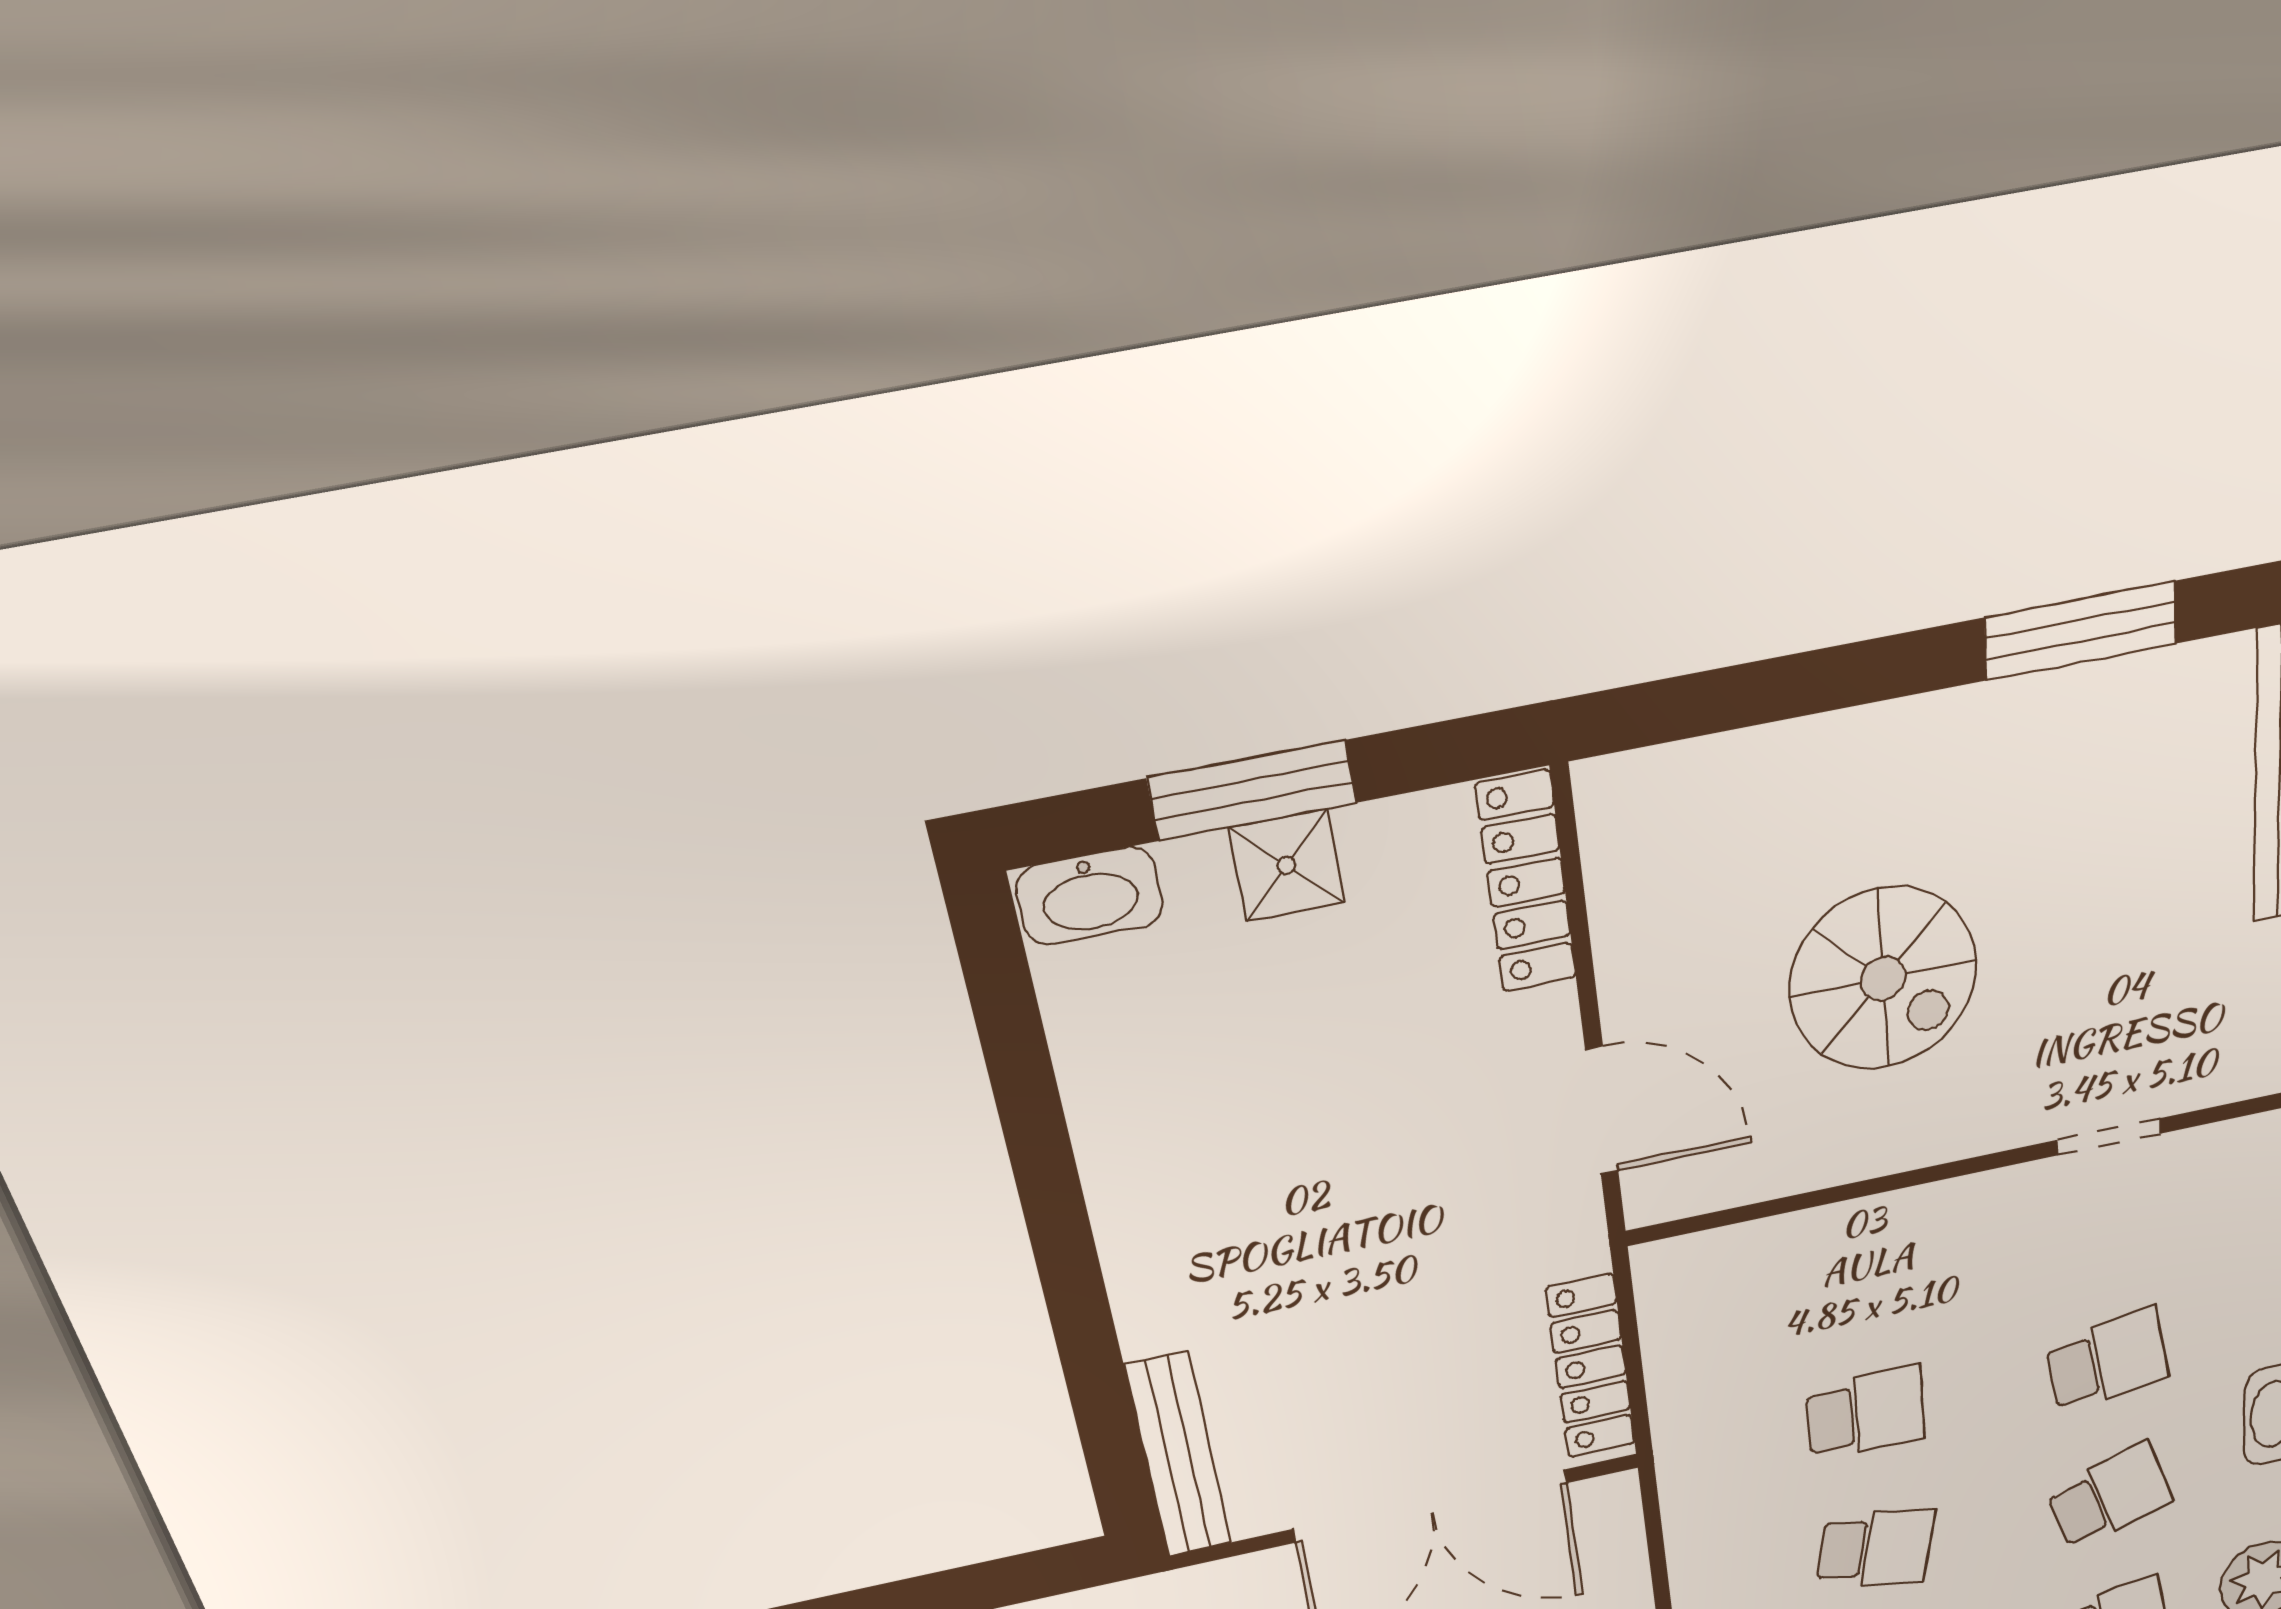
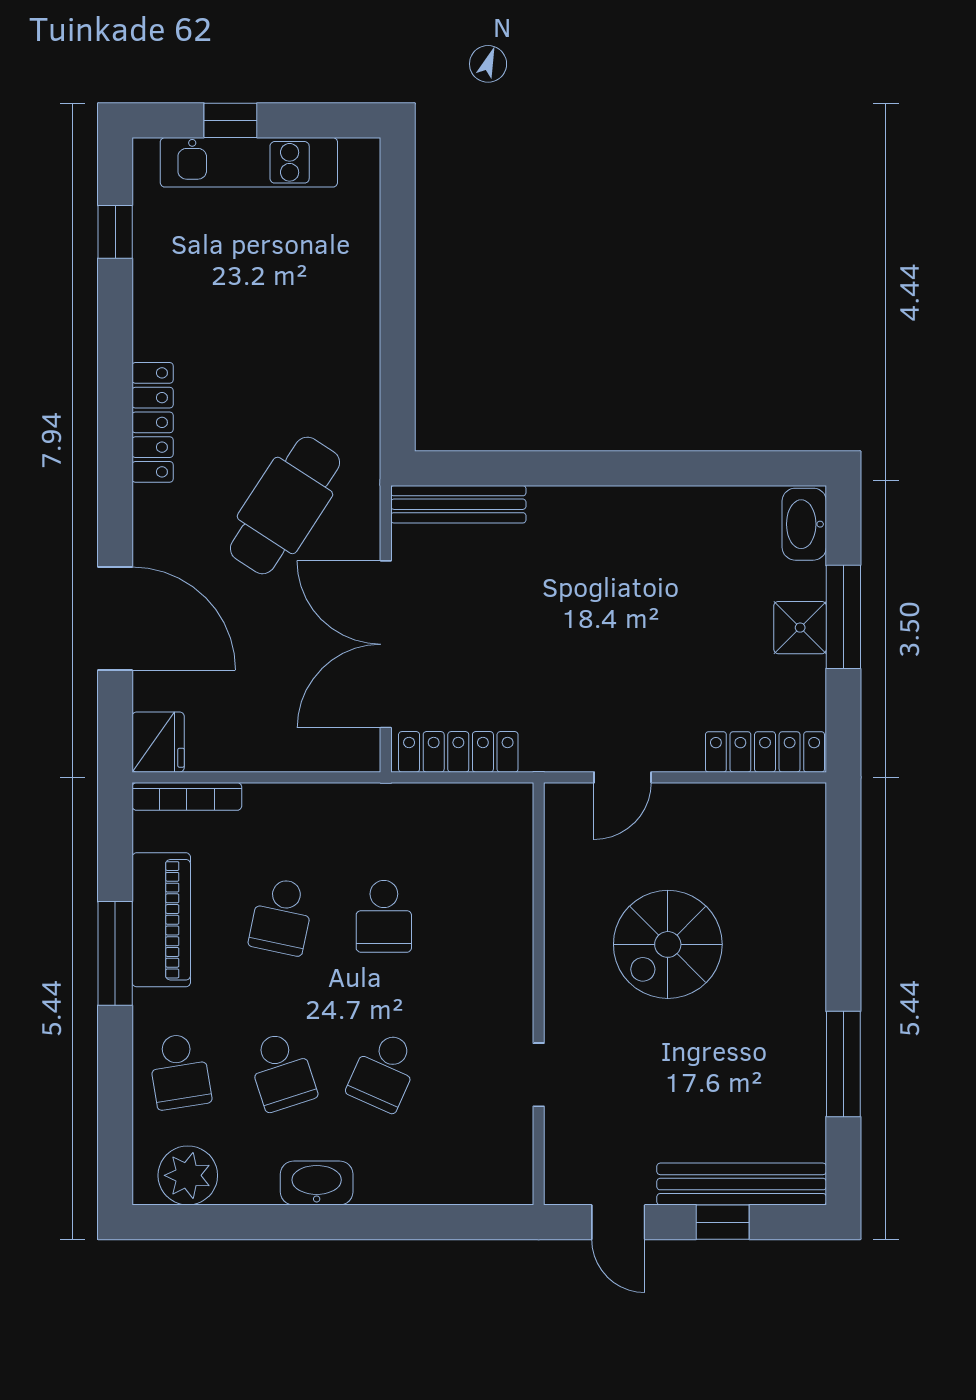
door: (1602, 1111) -> (623, 777), width x0.73
school desk: (2107, 1361) -> (384, 1071), turned 33

